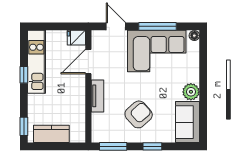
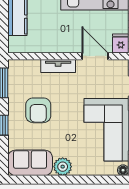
armchair: (139, 114) -> (38, 110), turned 42

